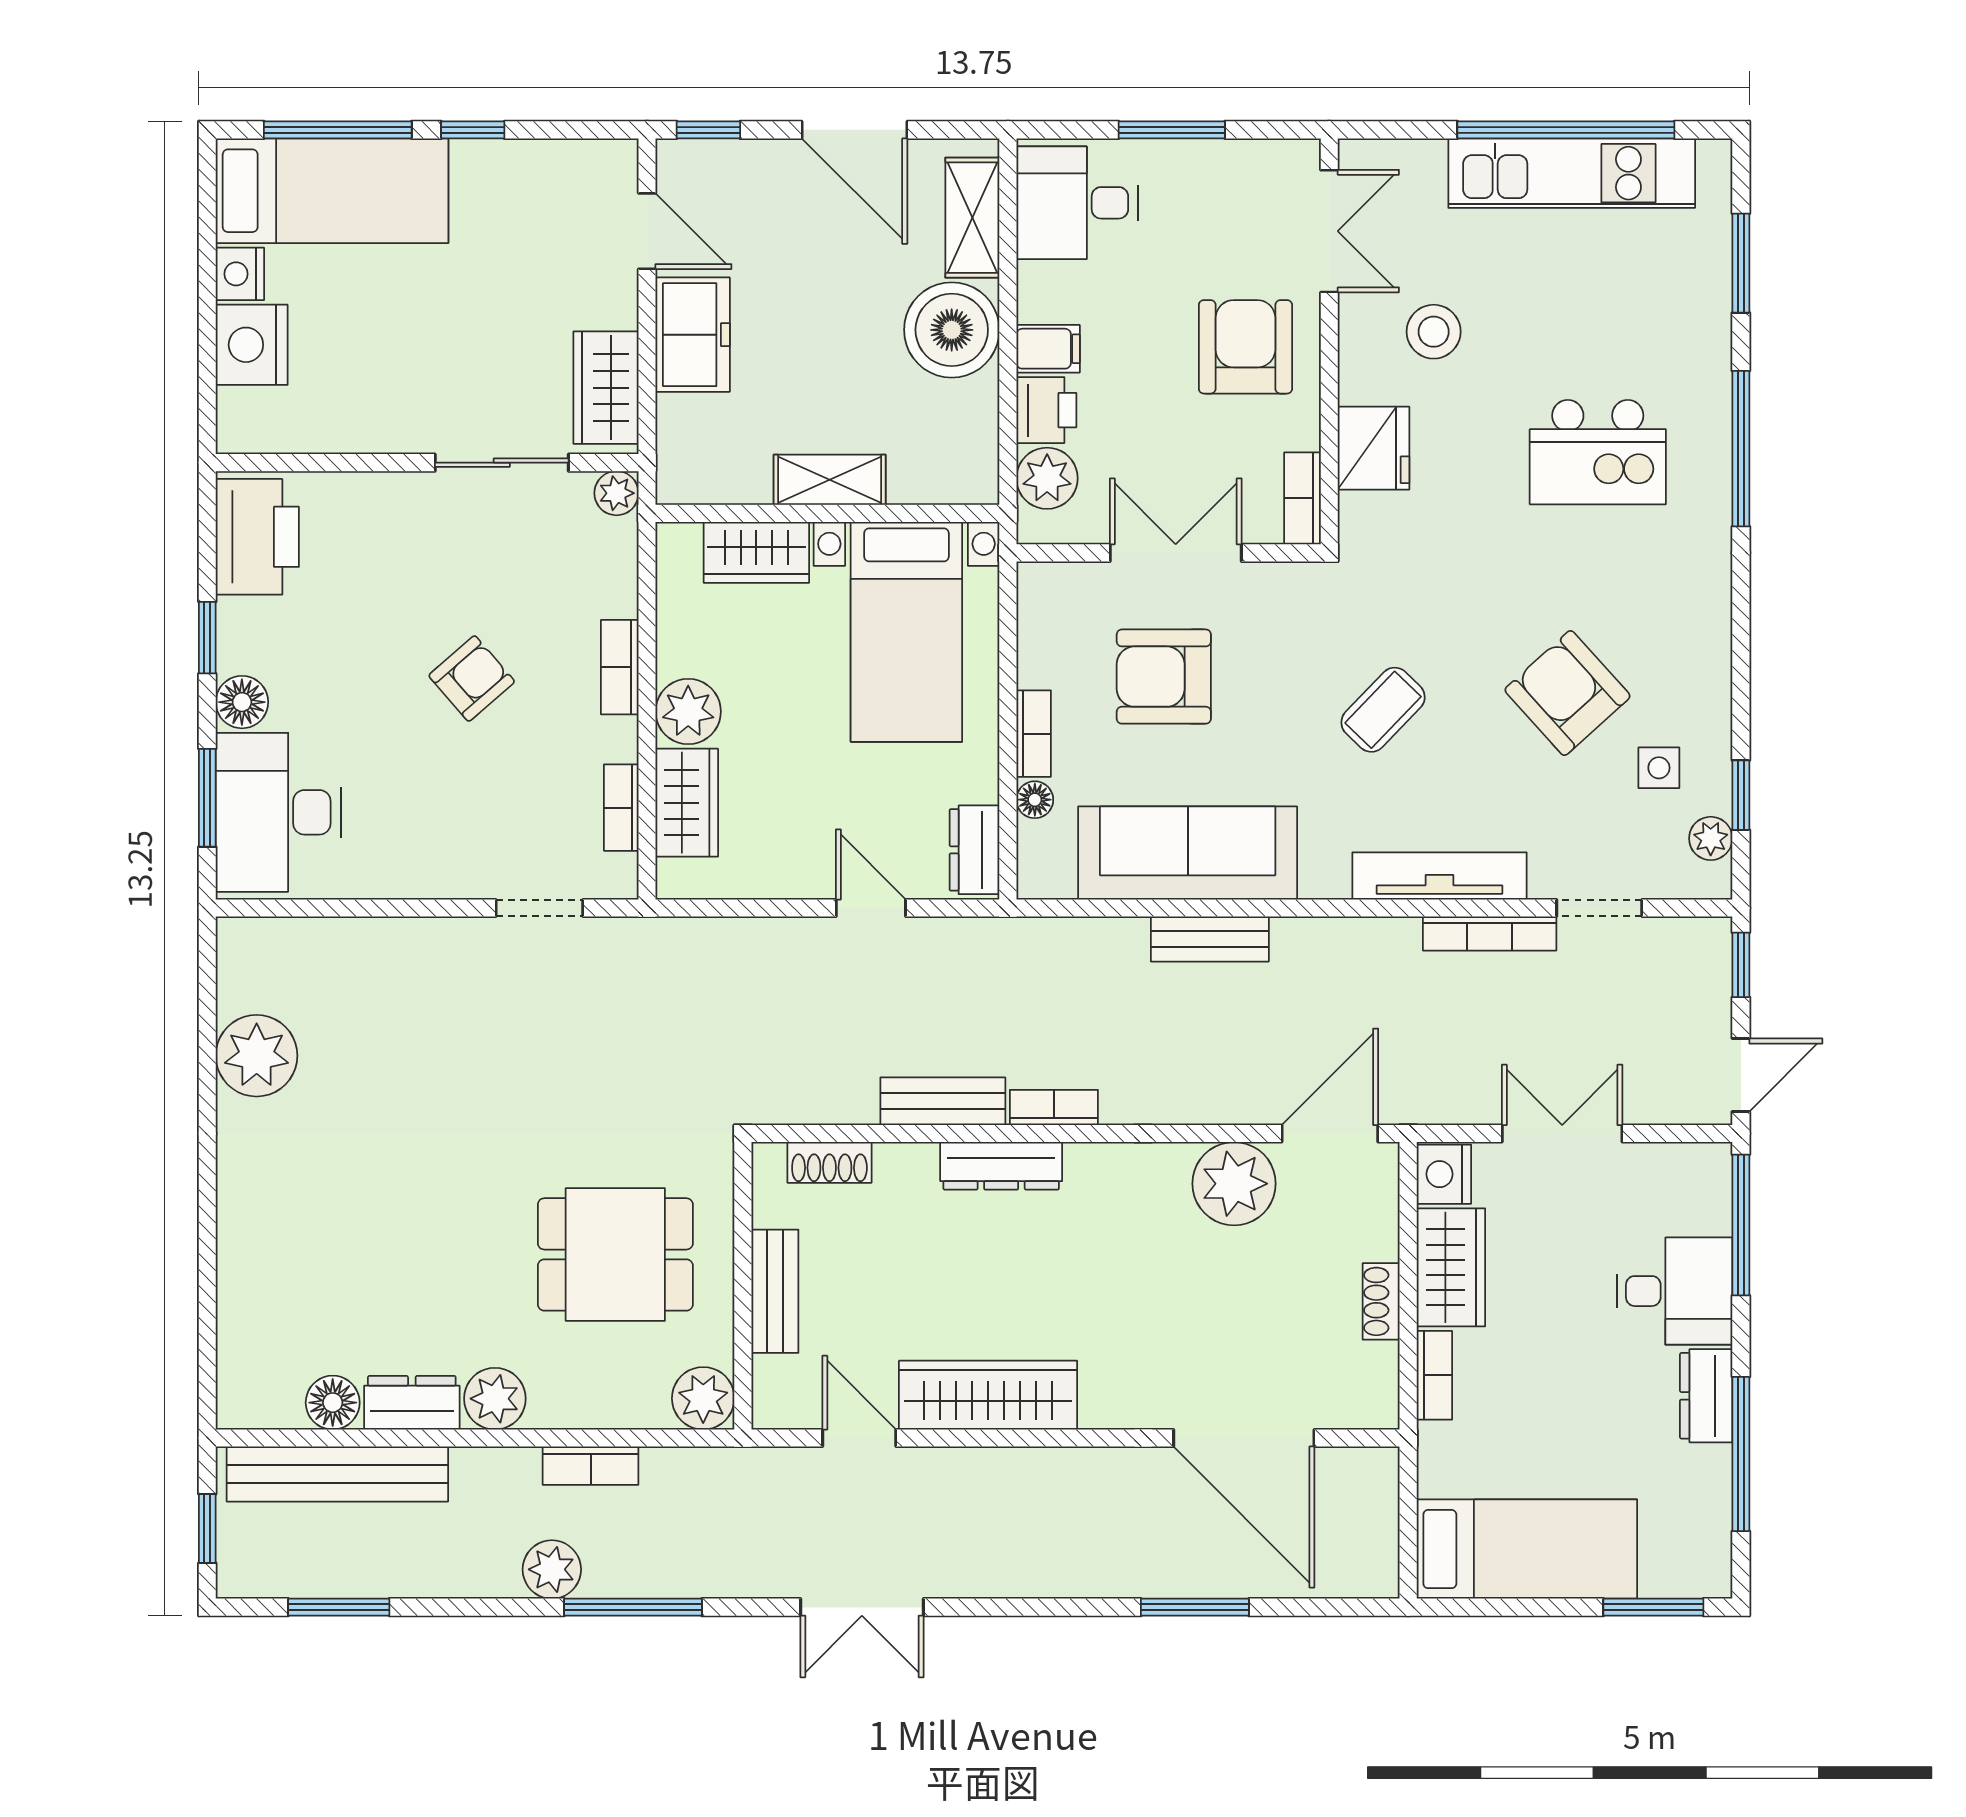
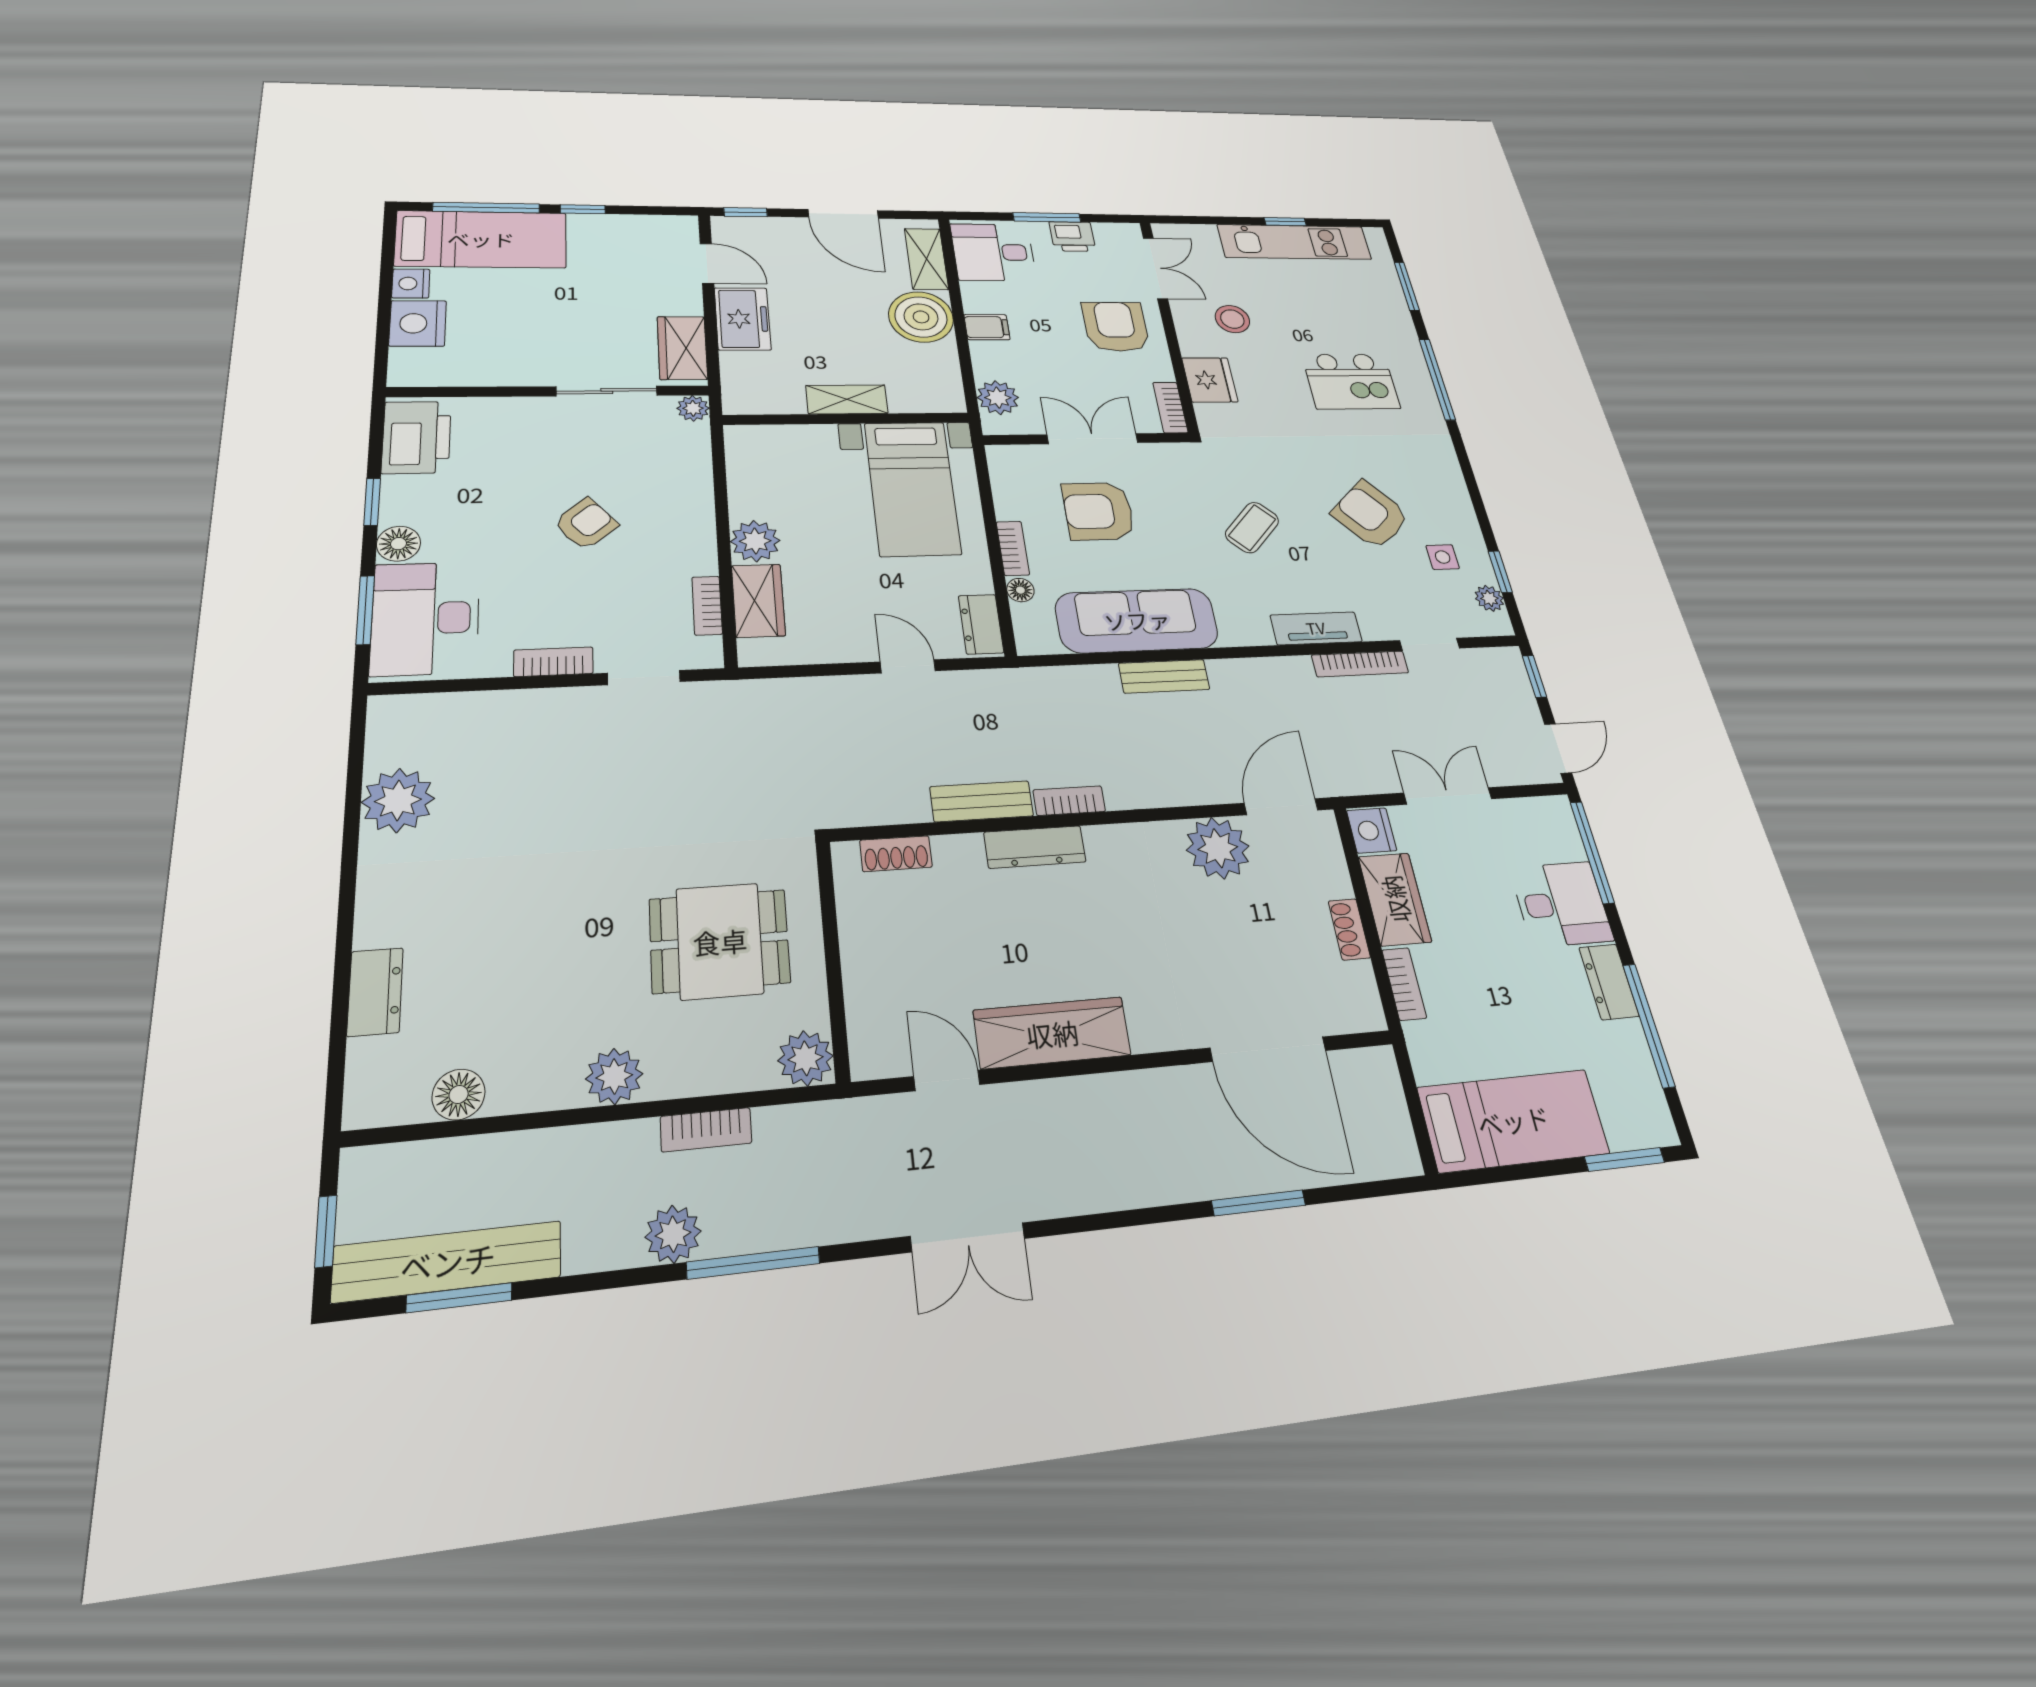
window: (1566, 130) -> (1285, 222), width x0.32
printer: (1046, 410) -> (1072, 236), moved, turned 90
wardrobe: (756, 552) -> (798, 442), removed
bookcase: (620, 667) -> (553, 662), moved, turned 90
tv unit: (1440, 876) -> (1316, 628), width x0.71
bench: (775, 1291) -> (861, 961), removed
dresser: (412, 1403) -> (375, 992), moved, turned 90
bench: (337, 1474) -> (448, 1261), moved

